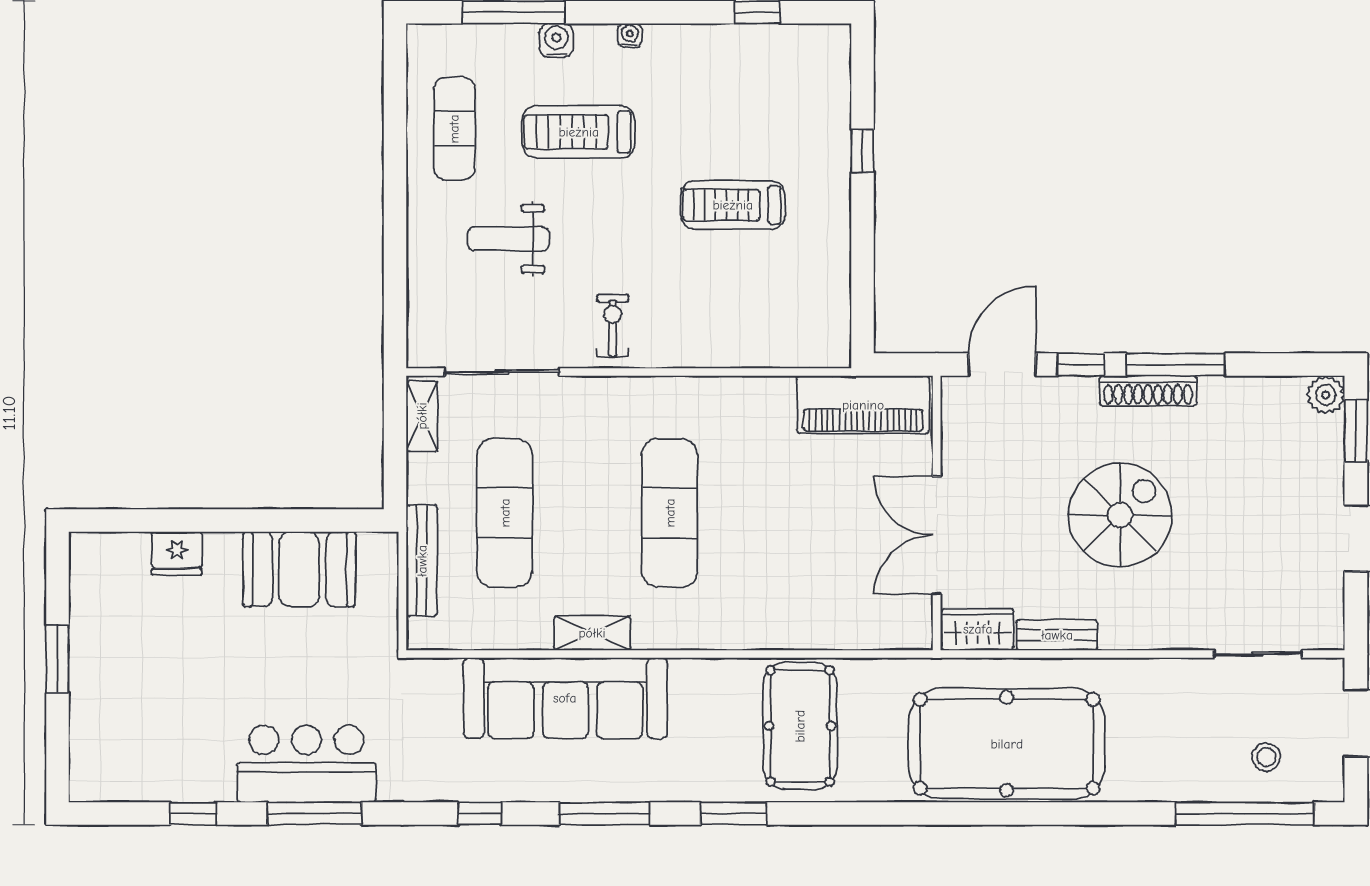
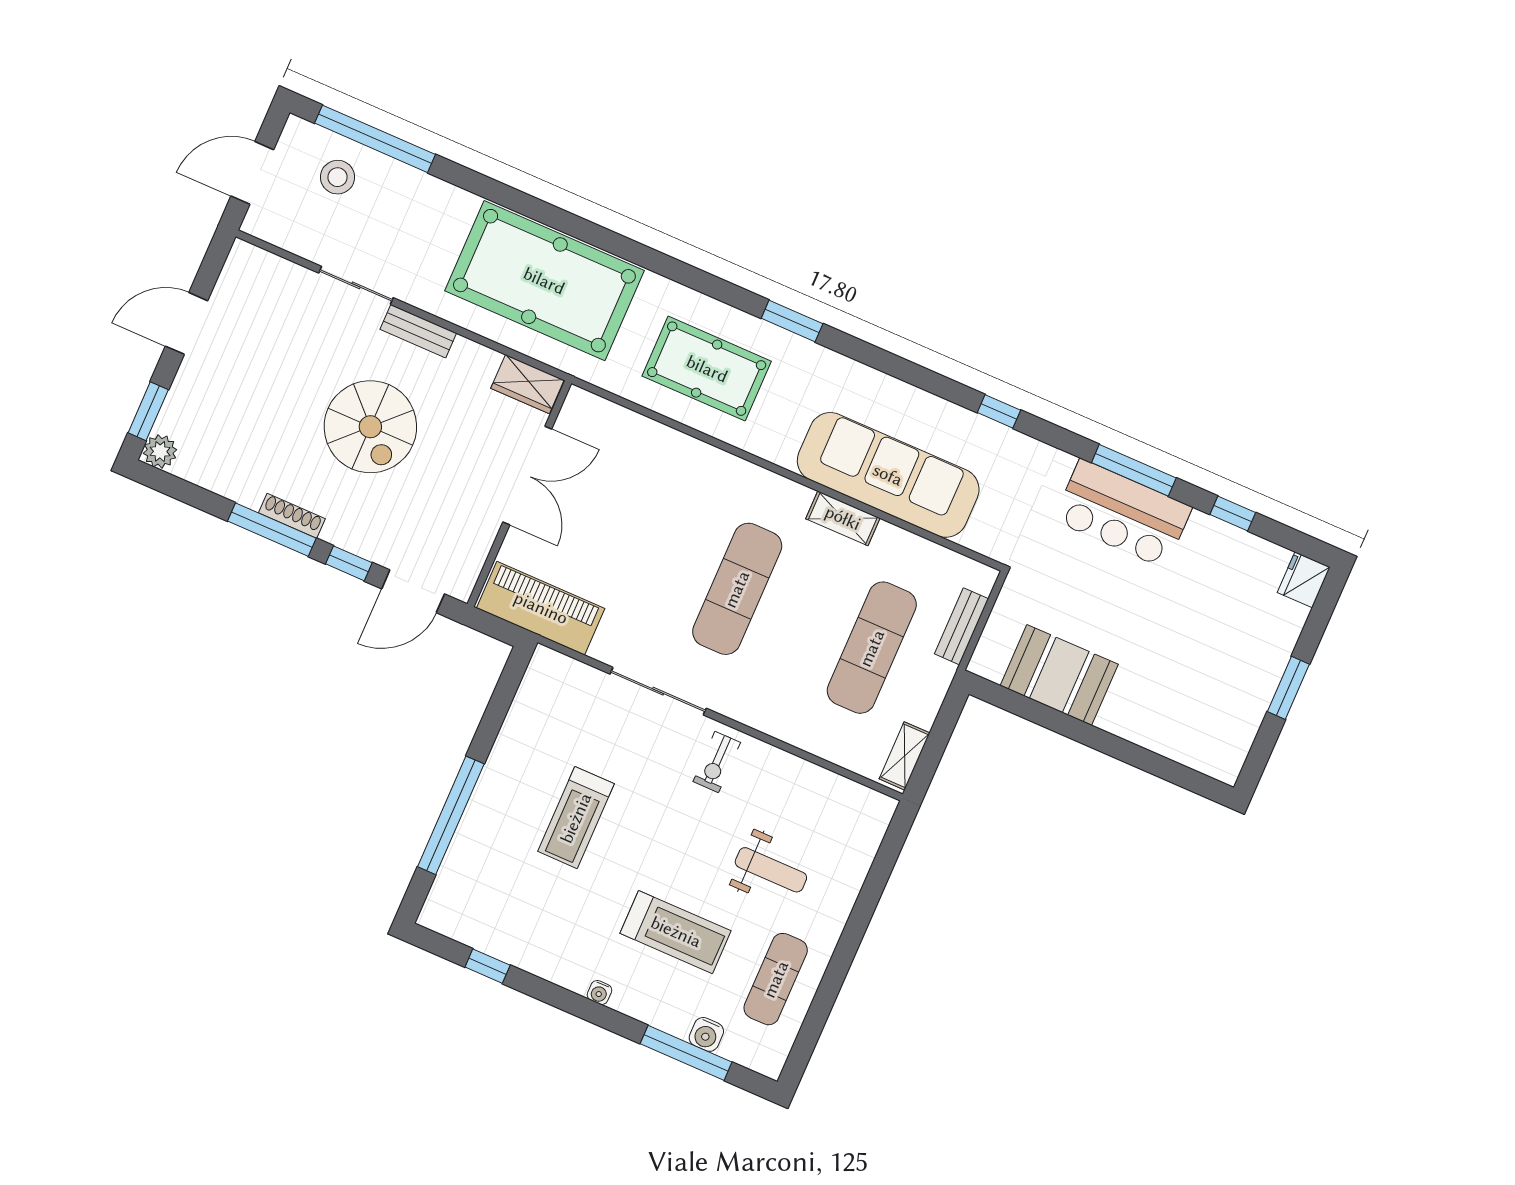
water cooler: (556, 40) -> (706, 1034), moved
window: (862, 151) -> (451, 815), width x3.17
treadmill: (733, 205) -> (576, 818), turned 90
sliding door: (502, 372) -> (658, 691), moved
shoe rack: (1148, 391) -> (292, 516), width x0.74, depth x0.81
spiral stairs: (1120, 515) -> (370, 427), turned -90
fridge: (177, 553) -> (1304, 580), moved, turned -90
bench: (422, 561) -> (961, 626), width x0.73
bench: (1057, 635) -> (418, 331), moved
sliding door: (1258, 654) -> (356, 285), moved
pool table: (800, 726) -> (707, 369), turned 90
stool: (1266, 757) -> (338, 177), width x1.37, depth x1.37
window: (604, 814) -> (897, 367), removed

